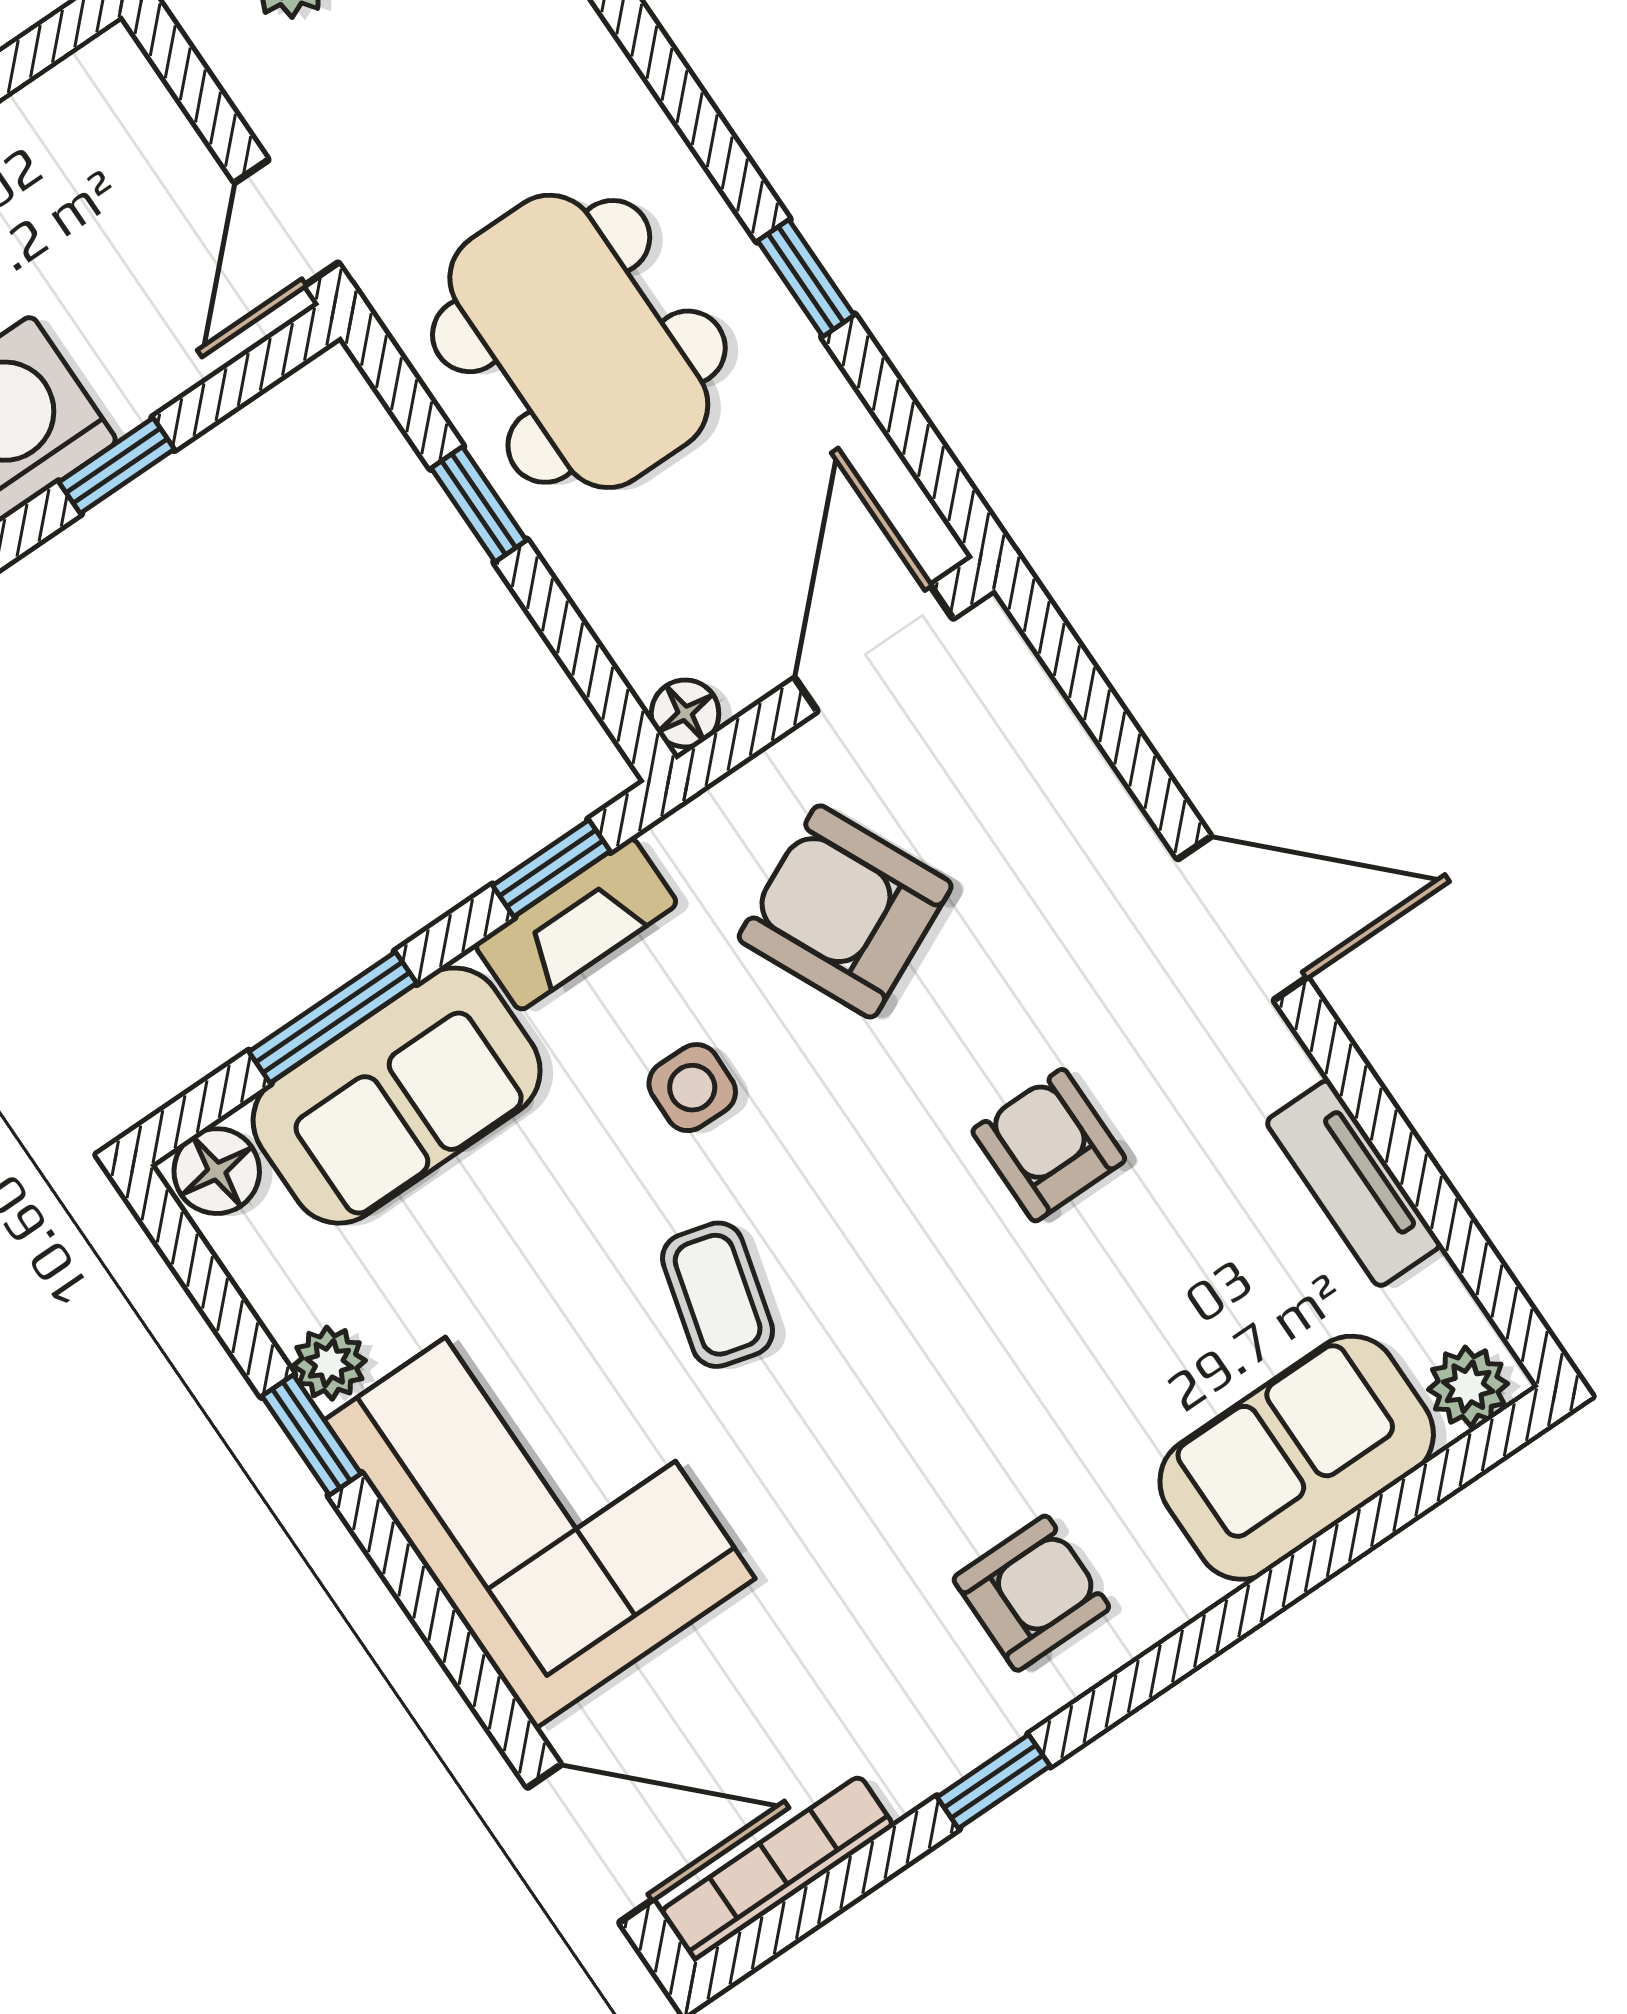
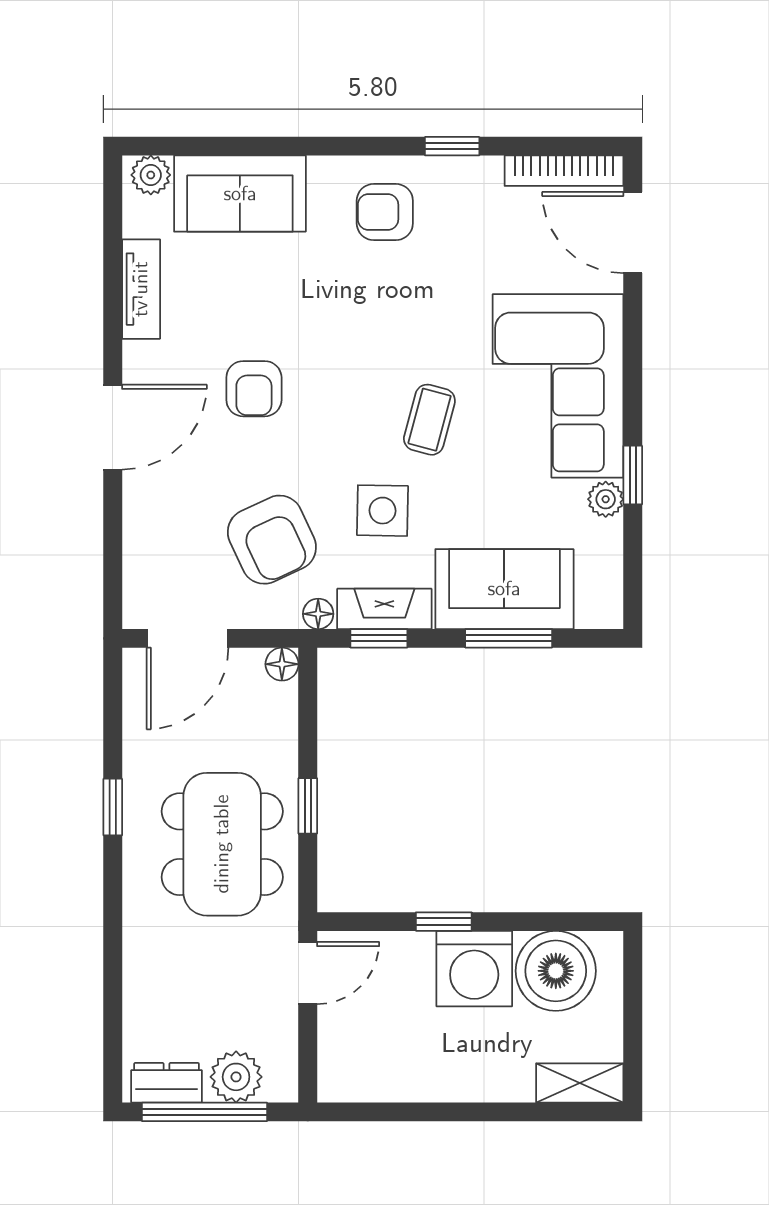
door: (1242, 918) -> (113, 427), swing flipped
side table: (692, 1088) -> (382, 511), width x1.37, depth x1.37
floor lamp: (217, 1171) -> (318, 614), moved, width x0.73, depth x0.73

